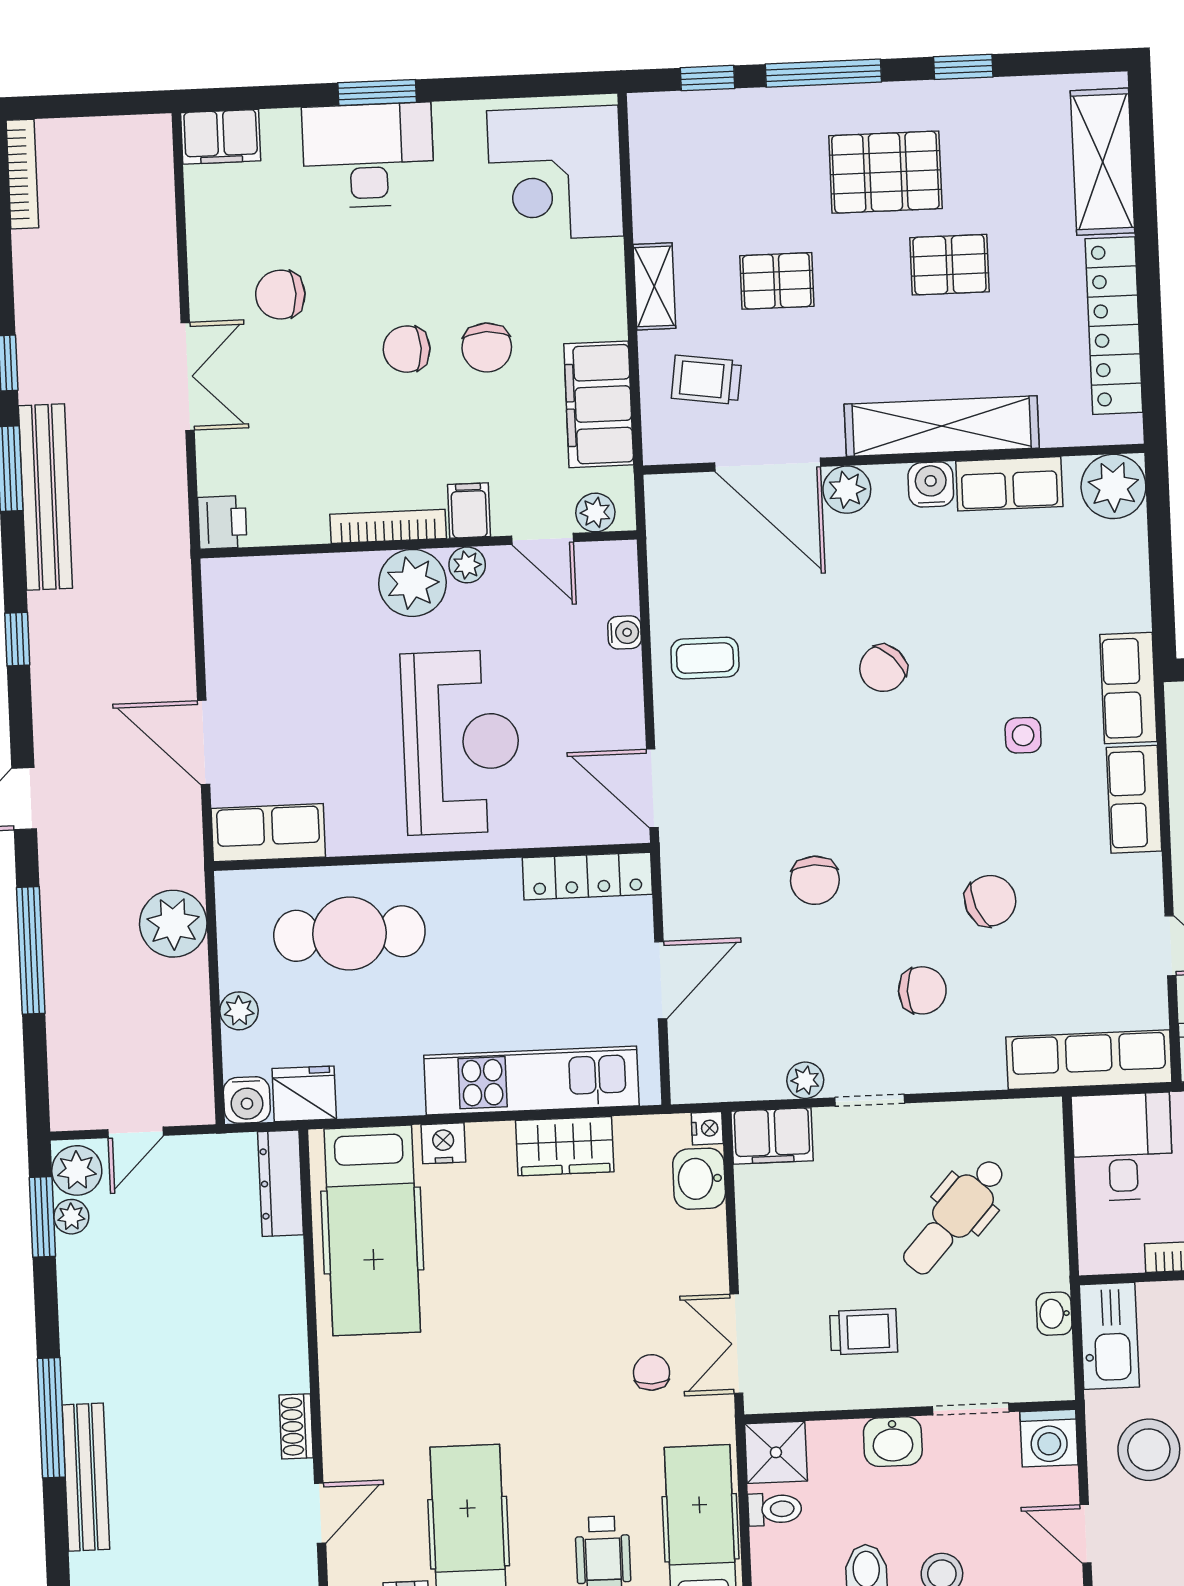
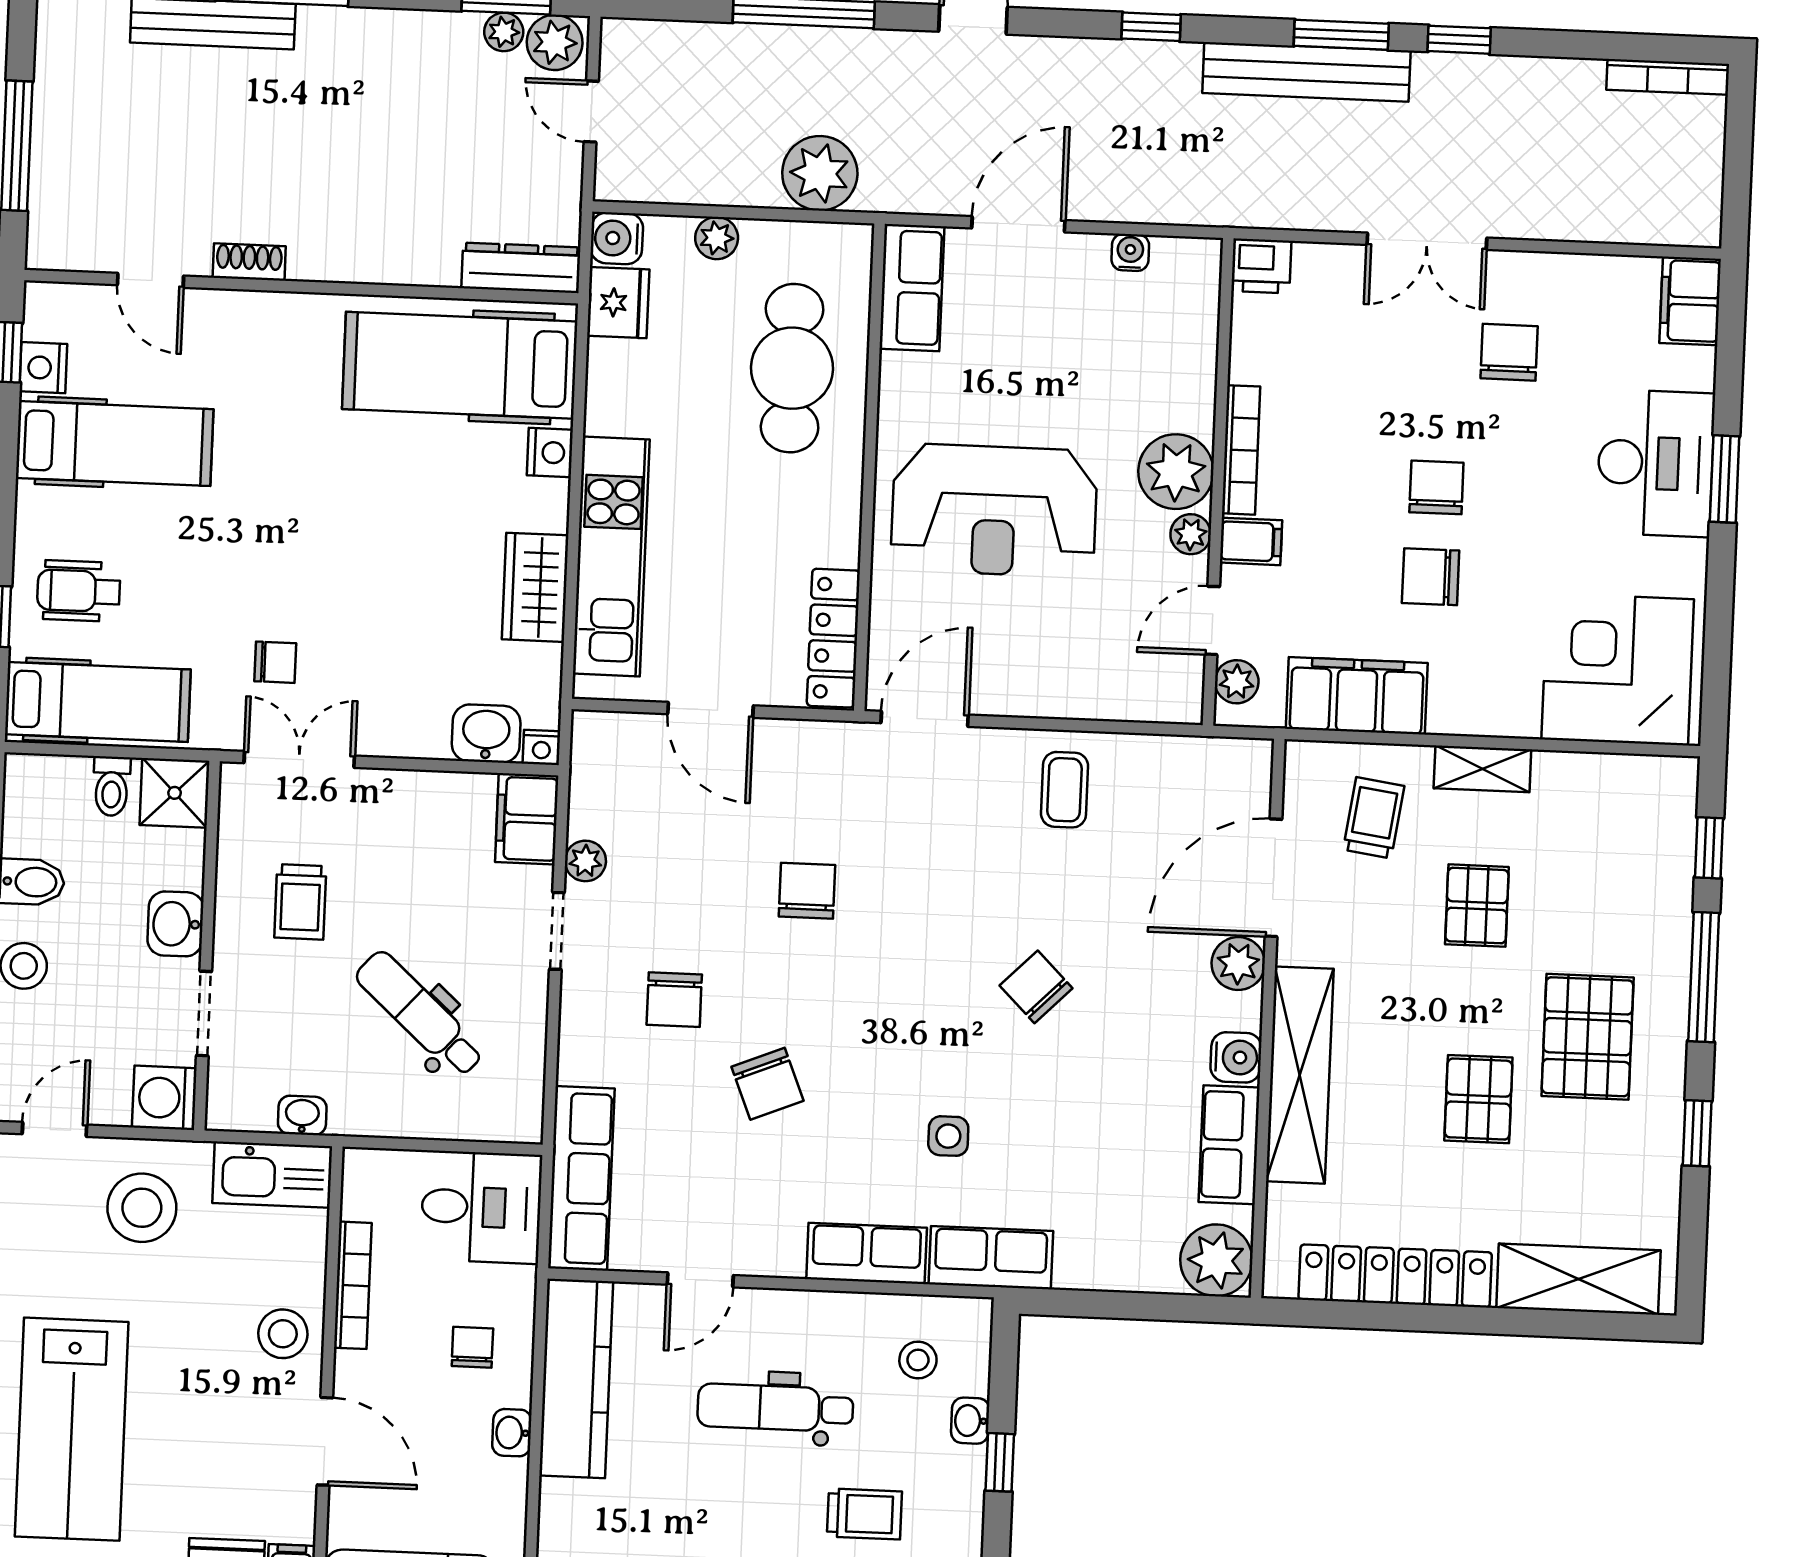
water cooler: (624, 632) -> (1130, 252), moved, turned 180
chair: (815, 880) -> (807, 891), turned 90

